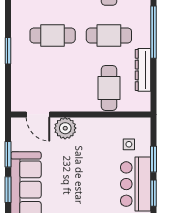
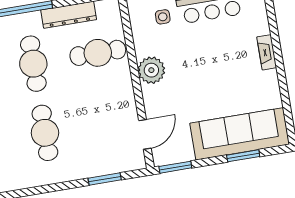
window: (8, 51) -> (105, 179), moved
plant: (65, 128) -> (151, 70), moved
window: (8, 154) -> (175, 167), moved

